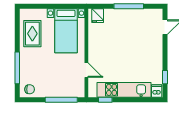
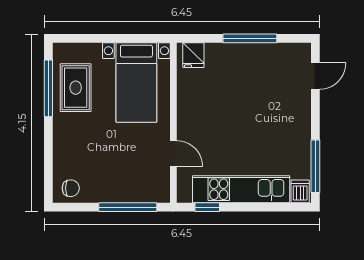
window: (17, 68) -> (48, 88), moved
window: (165, 77) -> (315, 166), width x2.17

